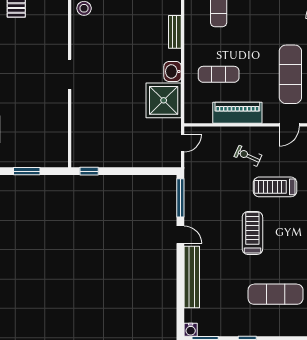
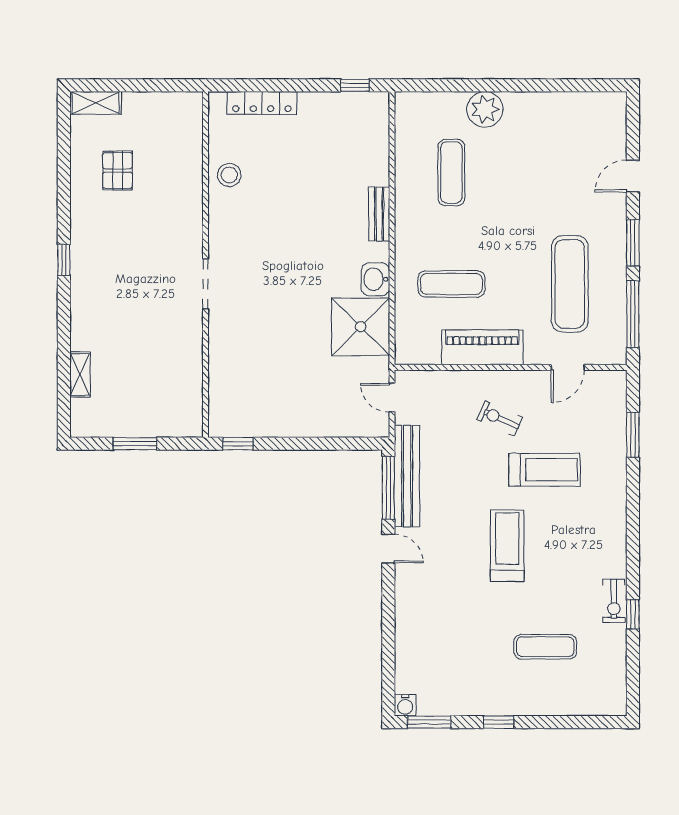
door: (183, 143) -> (392, 398), swing flipped
treadmill: (275, 187) -> (544, 470), turned 180
bench: (192, 277) -> (407, 476), moved
exercise mat: (276, 294) -> (545, 647), width x0.73, depth x0.69

